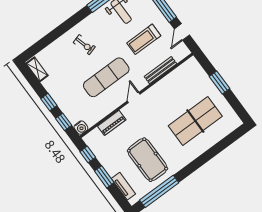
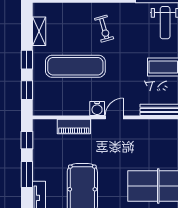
shelving: (37, 69) -> (39, 31), moved
exercise mat: (106, 77) -> (75, 66), moved
water cooler: (81, 128) -> (97, 108), moved

